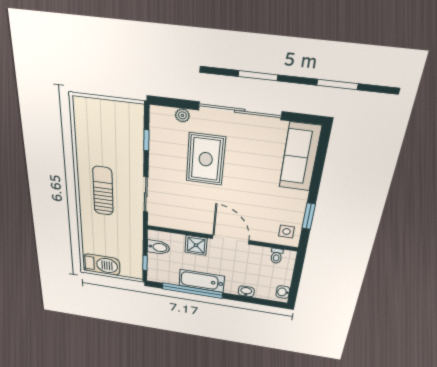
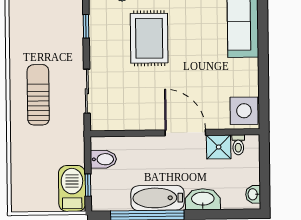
window: (309, 216) -> (264, 88), removed
side table: (287, 231) -> (244, 111), width x1.87, depth x1.87
shower: (196, 245) -> (219, 147), moved
barbecue: (101, 265) -> (72, 188), moved, turned -90
washbasin: (246, 291) -> (203, 199), width x1.91, depth x1.45

